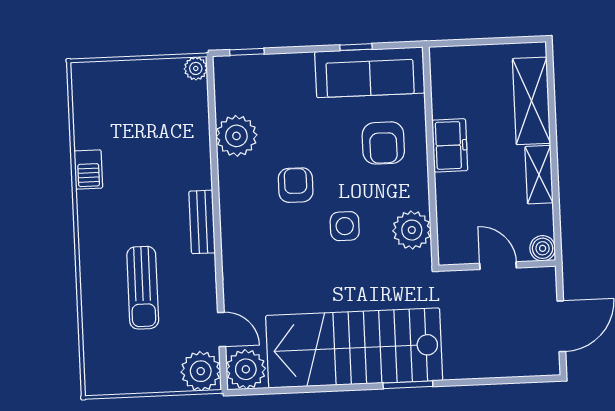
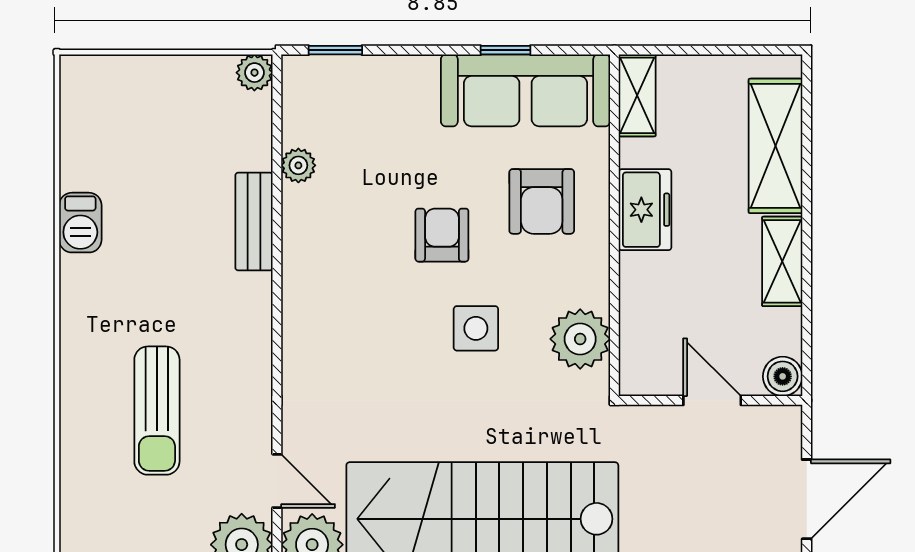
shelving: (441, 72) -> (637, 95), added
plant: (236, 136) -> (298, 165), width x0.53, depth x0.53
armchair: (296, 185) -> (442, 235), moved
bench: (202, 222) -> (254, 222), moved

